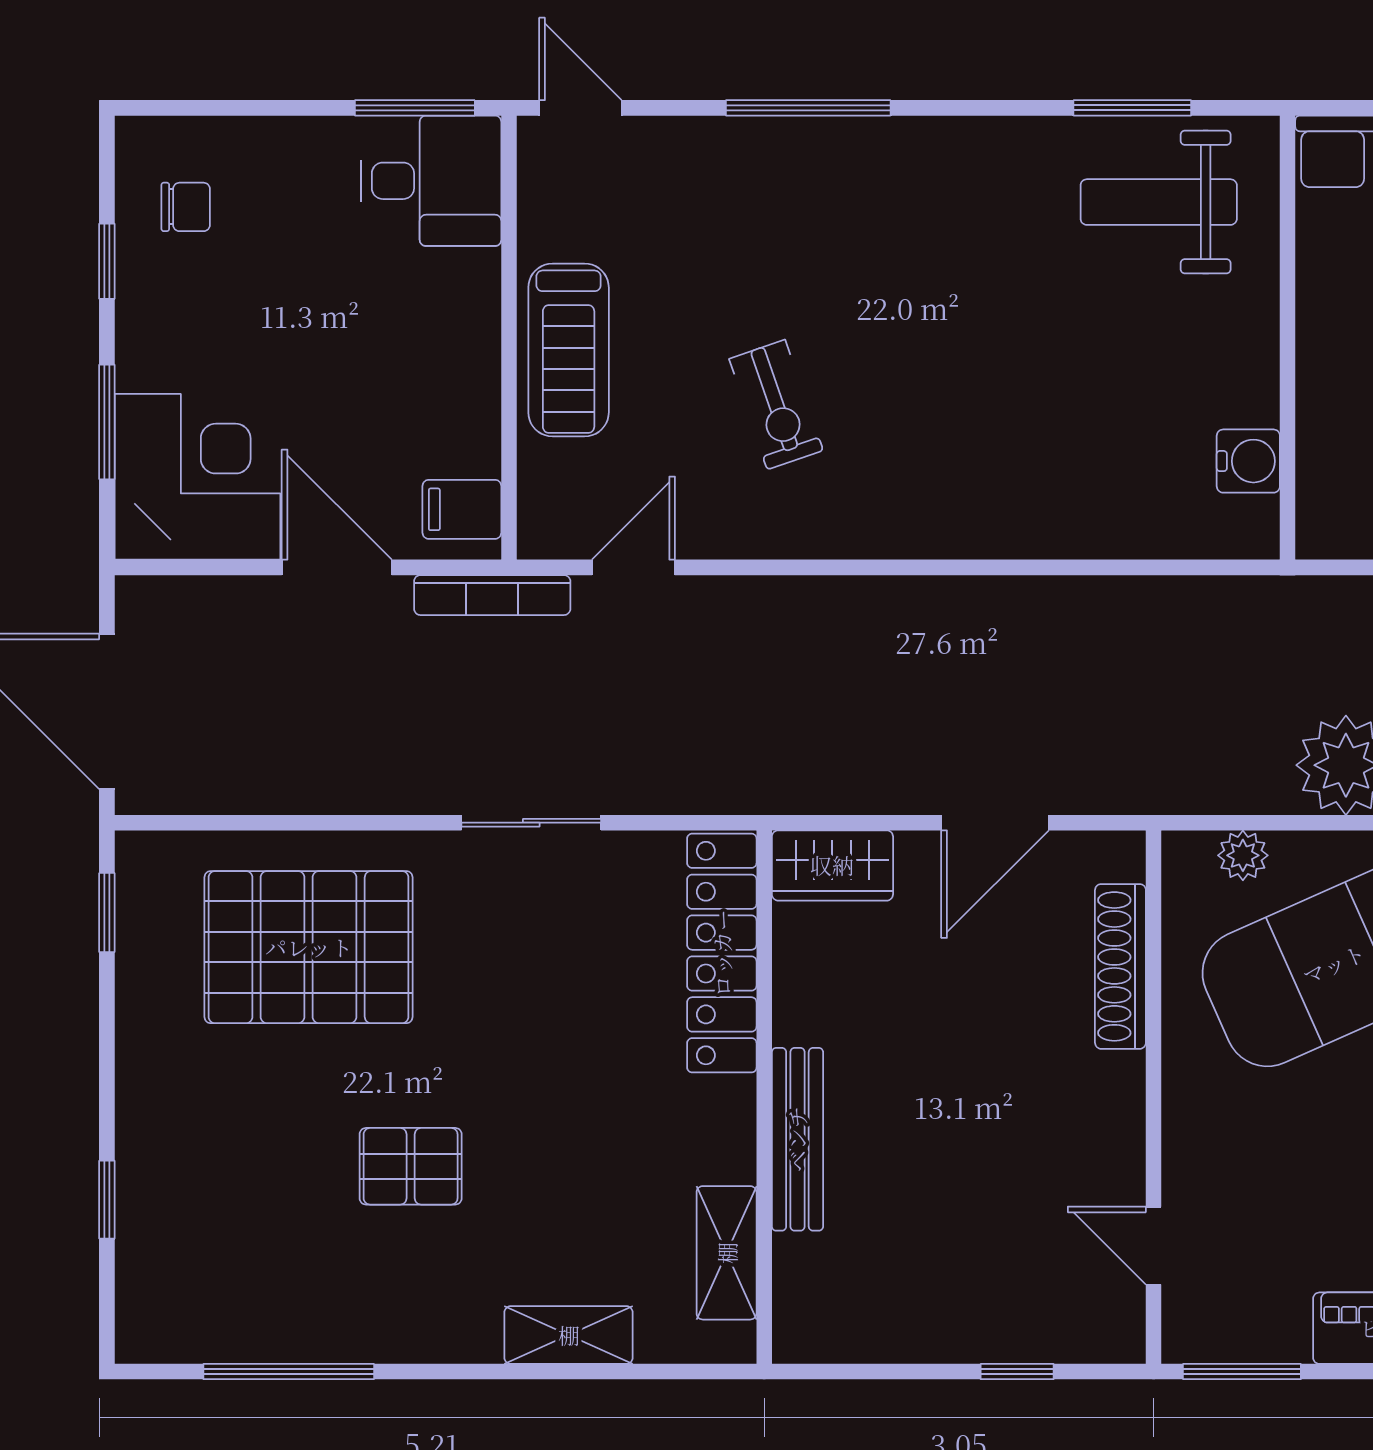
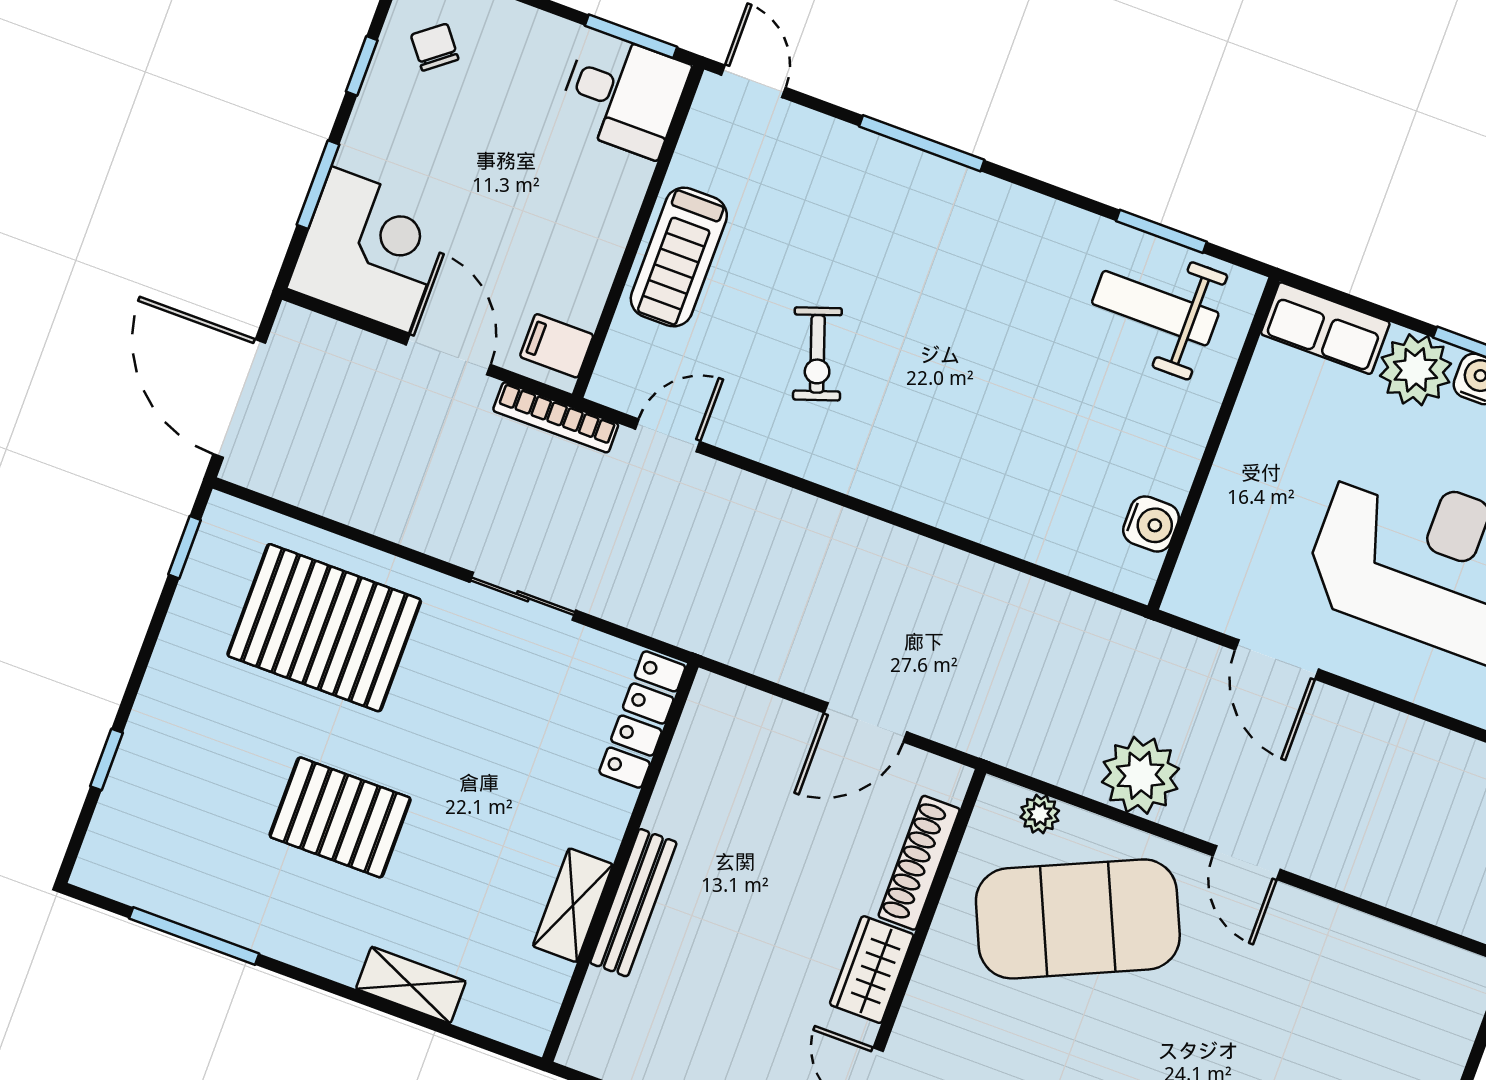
chair: (186, 207) -> (435, 47), turned -128
wardrobe: (832, 865) -> (872, 970), moved, turned 90
locker: (722, 953) -> (642, 720), width x0.71, depth x0.83
pallet: (411, 1166) -> (340, 817), width x1.50, depth x1.42
shelving: (727, 1253) -> (573, 905), moved

